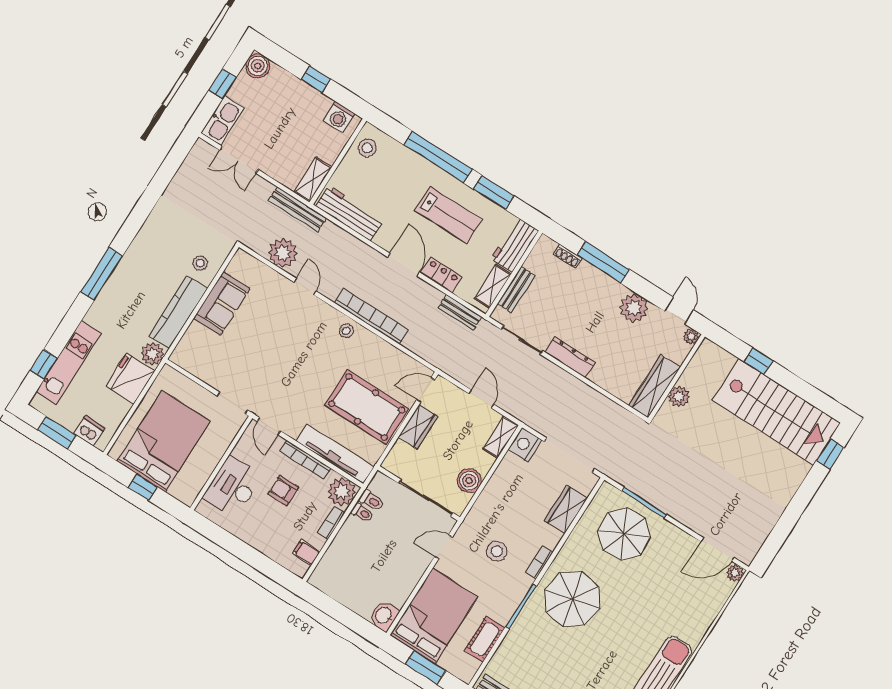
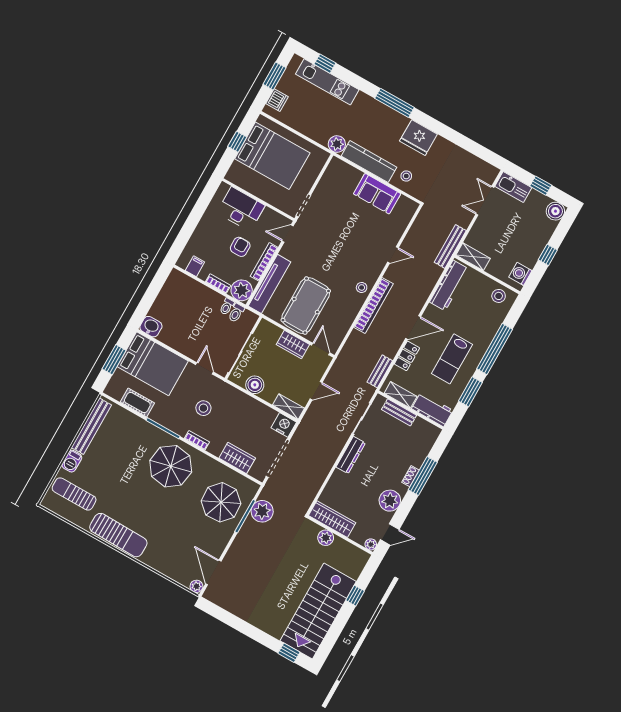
plant: (283, 253) -> (262, 511), moved
shoe rack: (568, 256) -> (410, 476), moved
fridge: (130, 379) -> (418, 138), moved, turned 180

